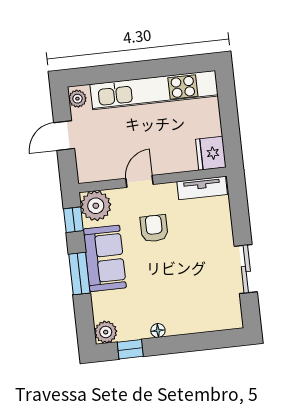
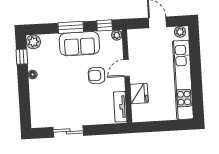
fridge: (211, 153) -> (139, 93), moved, turned 90
door: (140, 181) -> (126, 68), swing flipped
plant: (96, 206) -> (117, 35), width x0.53, depth x0.53
armchair: (154, 228) -> (97, 75), turned 180

